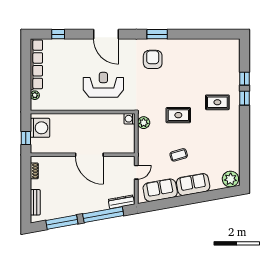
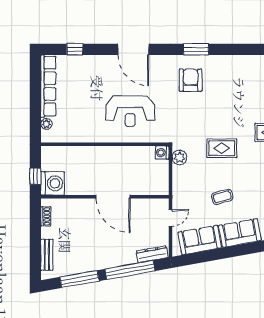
reception desk: (103, 85) -> (130, 111), turned 180
washing machine: (40, 128) -> (53, 183), moved

